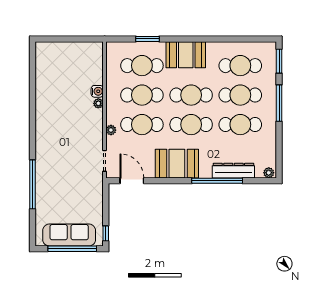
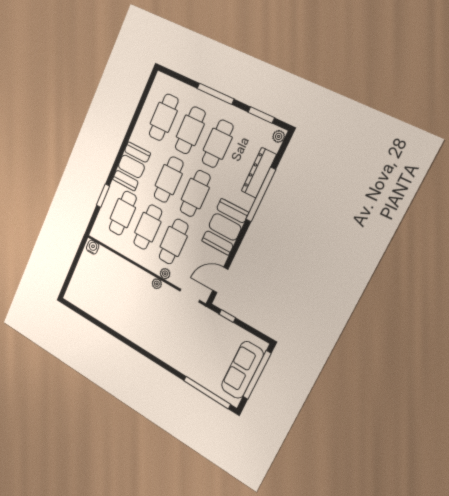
window: (279, 61) -> (261, 115), moved
water cooler: (97, 91) -> (93, 247), moved
plant: (98, 103) -> (157, 284), moved
window: (32, 184) -> (207, 392), moved
window: (106, 233) -> (227, 316), moved

